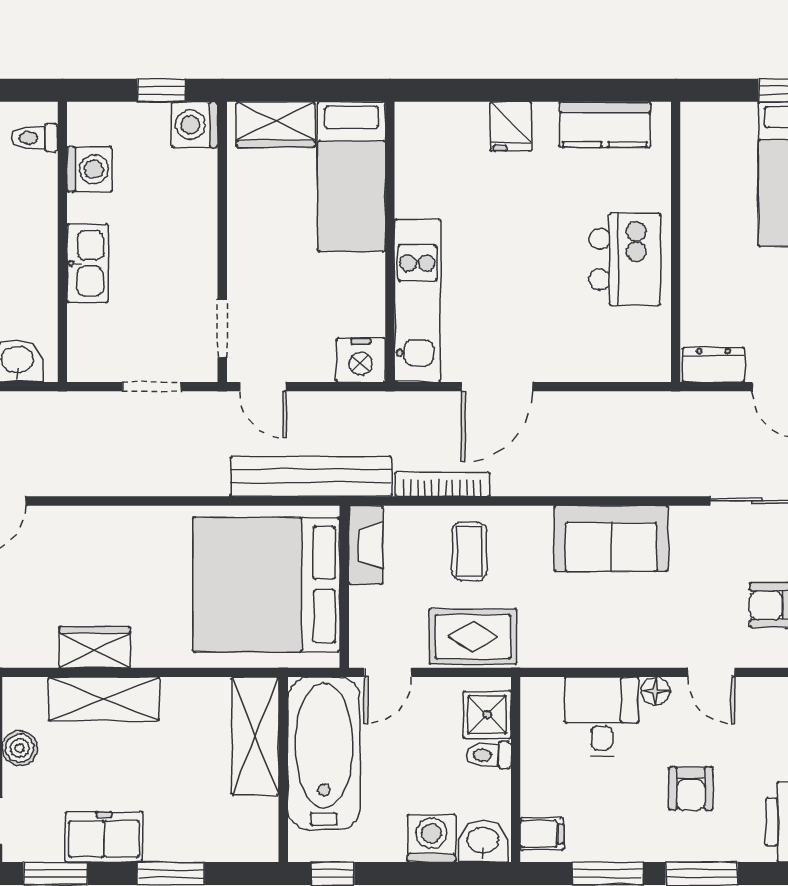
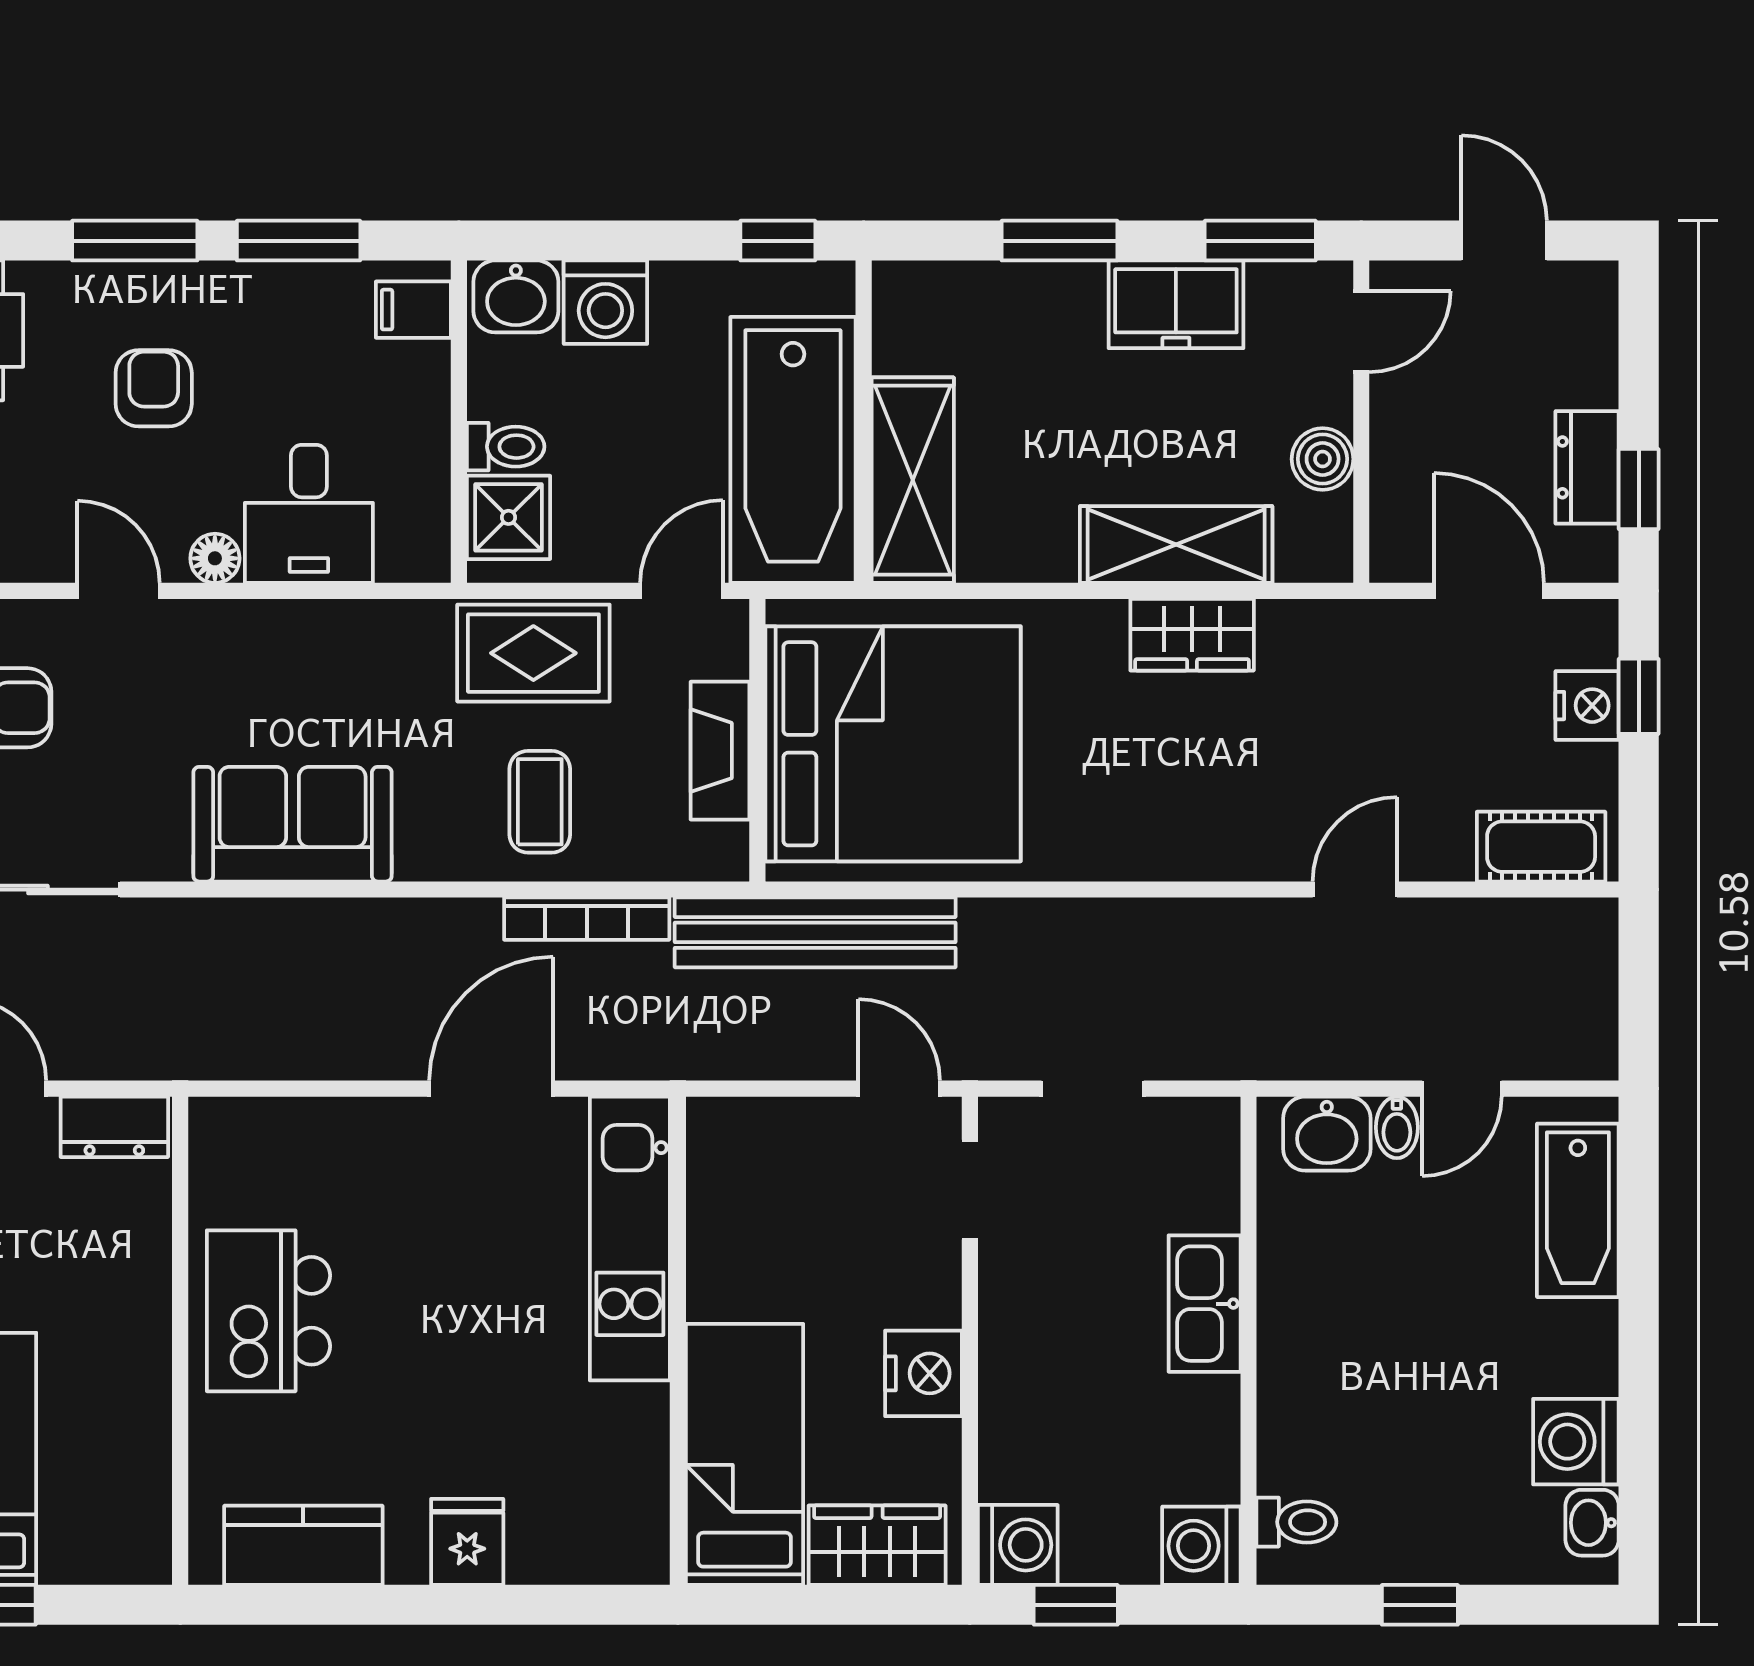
washing machine: (89, 169) -> (1201, 1546), moved
nightstand: (361, 360) -> (923, 1373), moved, turned 90
fireplace: (366, 545) -> (720, 751), moved

